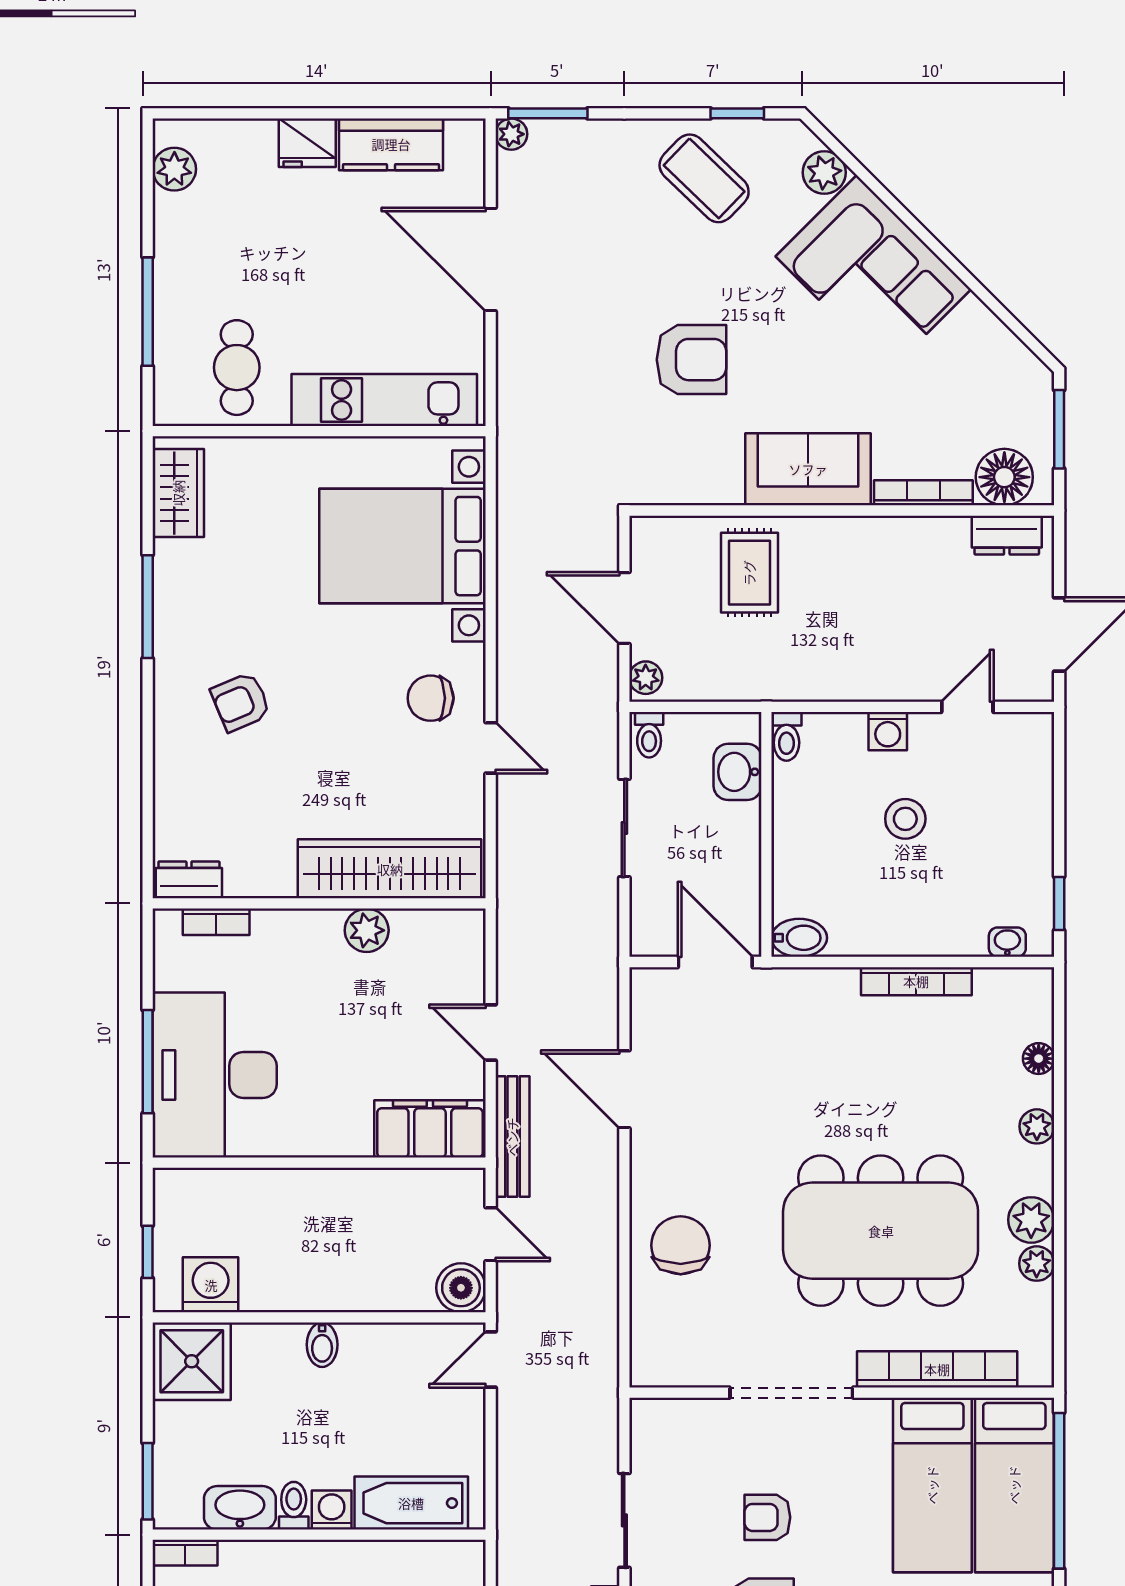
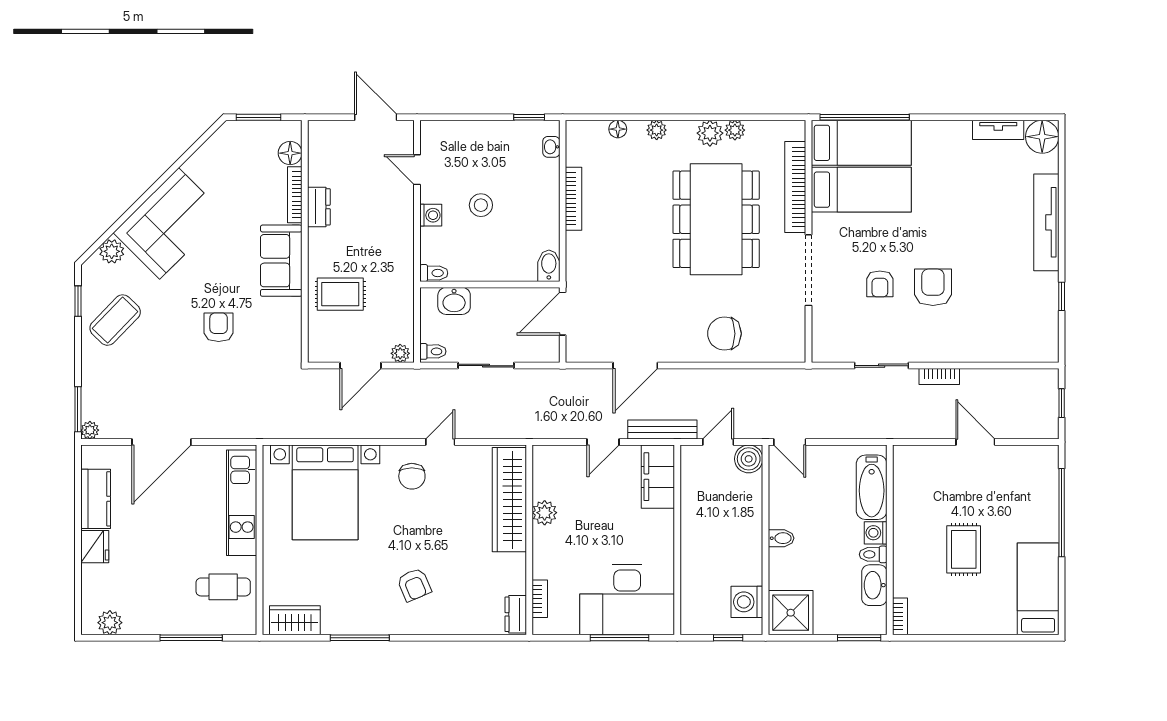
armchair: (691, 360) -> (219, 327), width x0.72, depth x0.72
floor lamp: (1004, 477) -> (290, 153), width x0.73, depth x0.73
dresser: (1007, 535) -> (319, 207), moved

